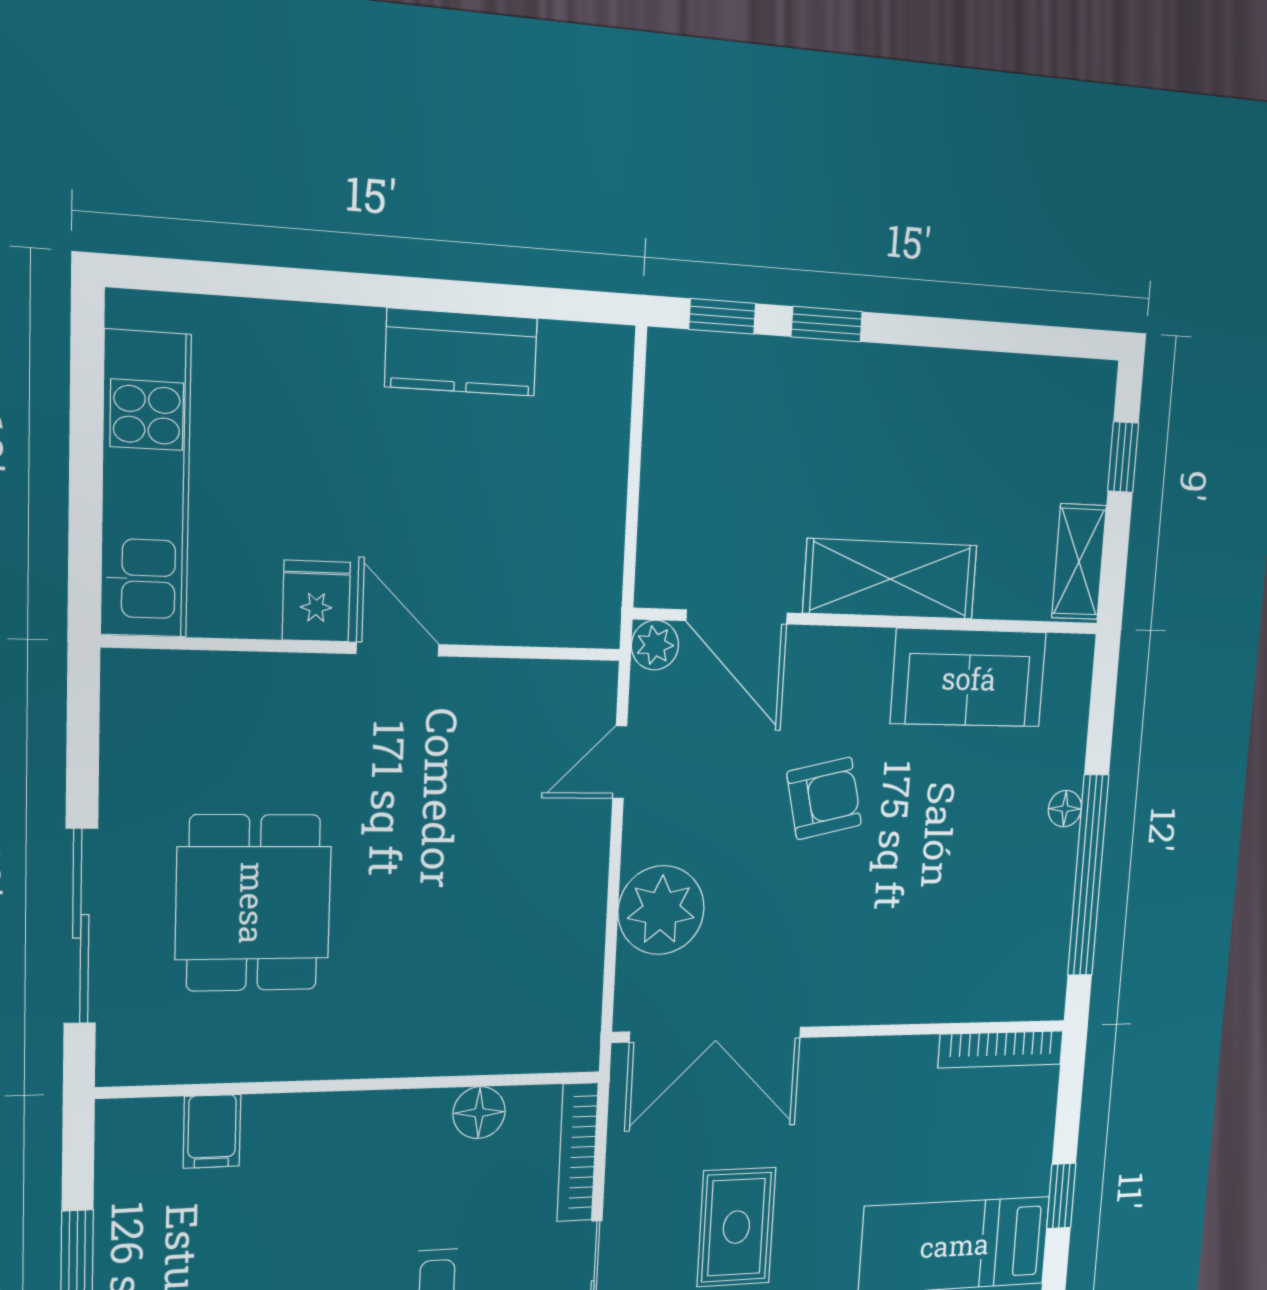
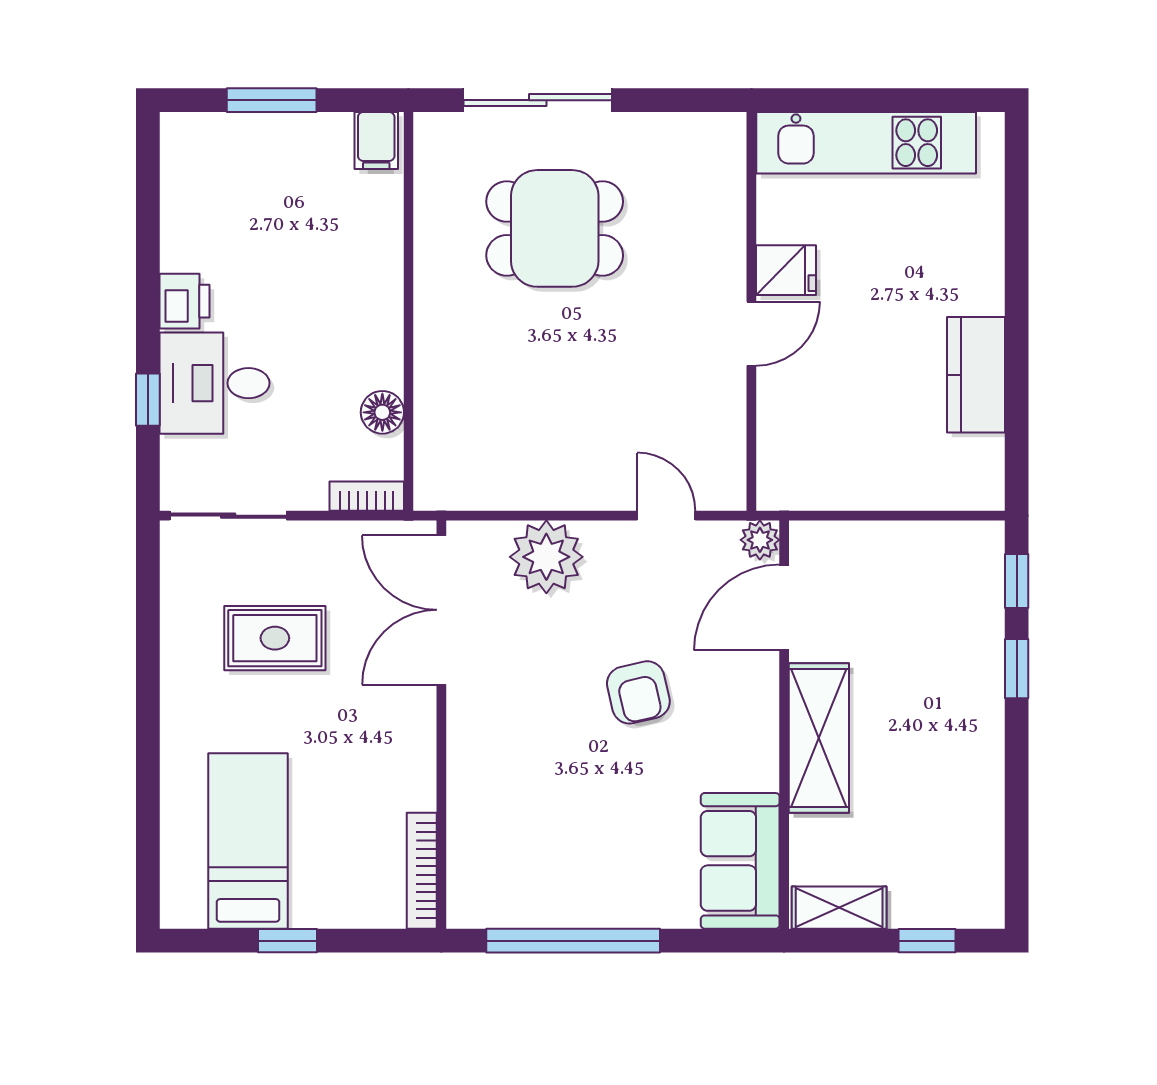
sofa: (969, 678) -> (740, 861), moved
floor lamp: (1065, 809) -> (631, 913), removed
filing cabinet: (212, 1131) -> (376, 140), moved, turned -90
bookcase: (577, 1152) -> (367, 496), width x0.64

